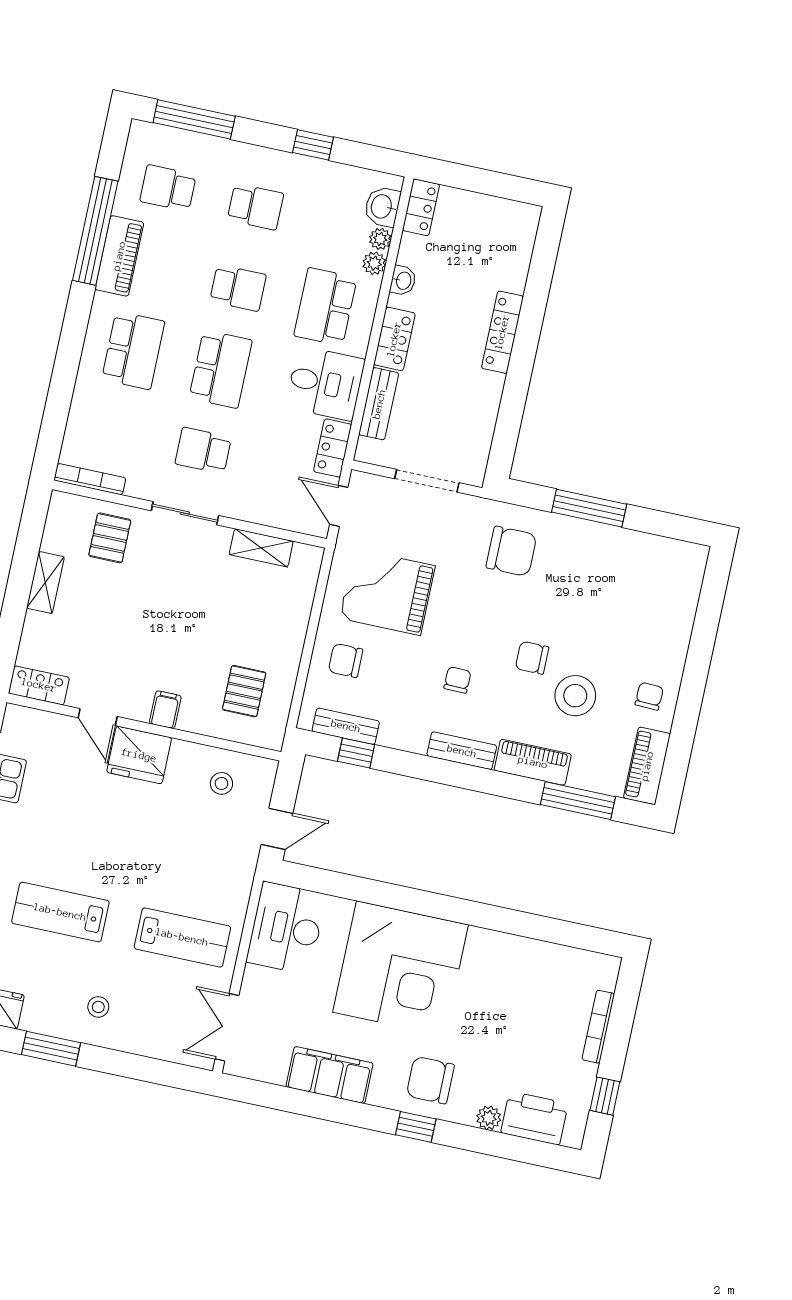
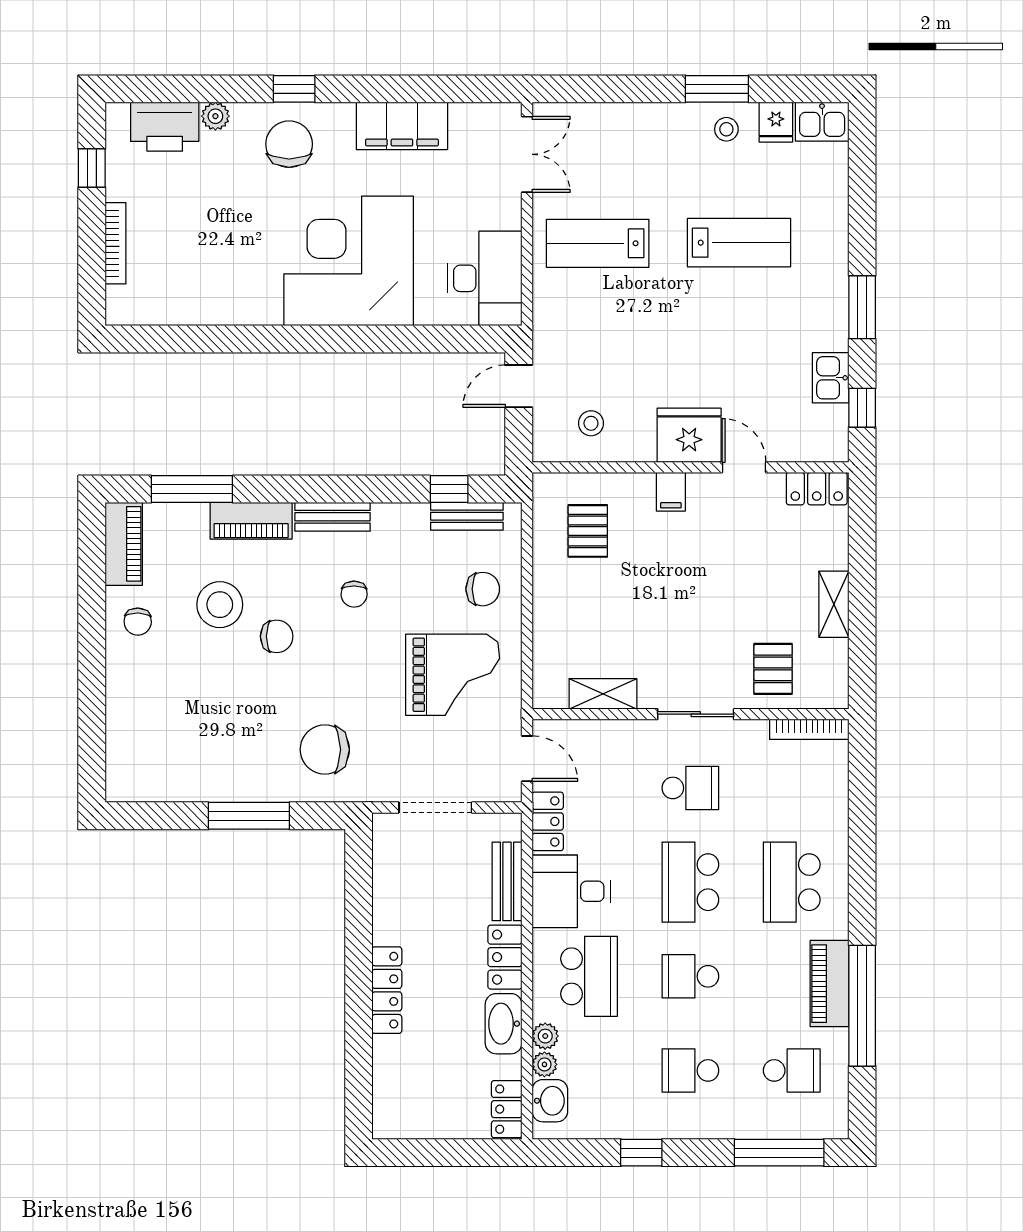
washbasin: (403, 281) -> (504, 1024), width x1.91, depth x1.45
stool: (98, 1007) -> (726, 129), moved
chair: (430, 1080) -> (289, 144), turned -90

